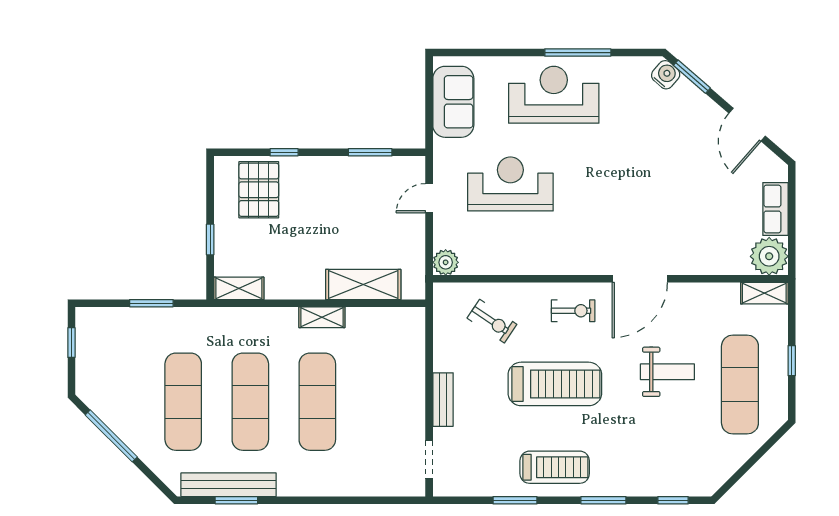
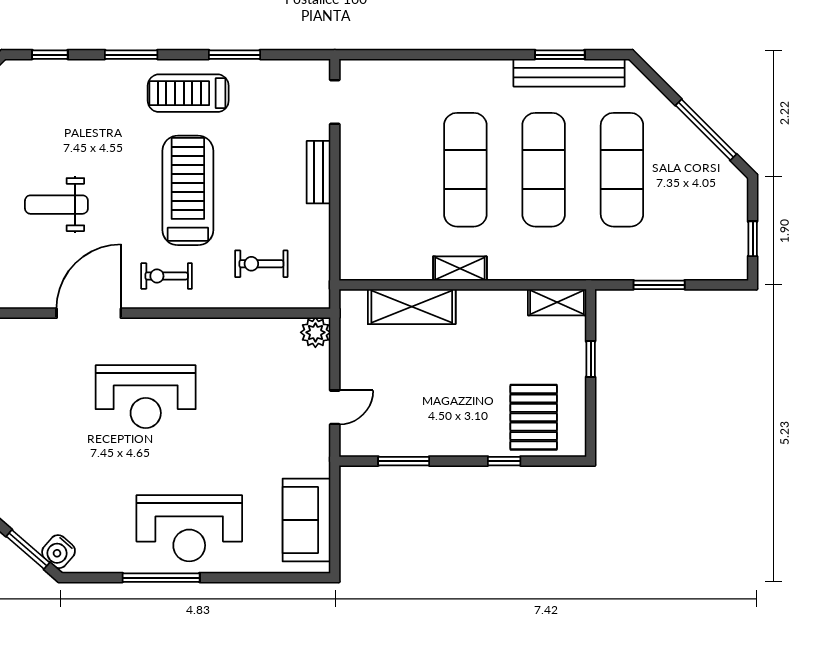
reception desk: (510, 184) -> (146, 397), moved
exercise bike: (492, 321) -> (261, 264), turned -34
treadmill: (555, 384) -> (188, 190), turned 90

